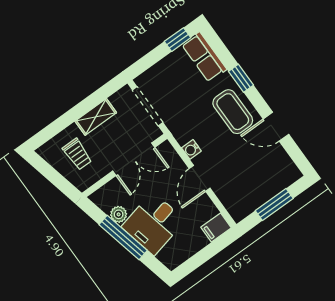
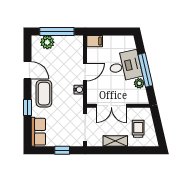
window: (178, 40) -> (62, 150), moved
double door: (134, 159) -> (111, 106), swing flipped
plant: (277, 182) -> (47, 42), added
window: (274, 205) -> (57, 31), width x1.44

